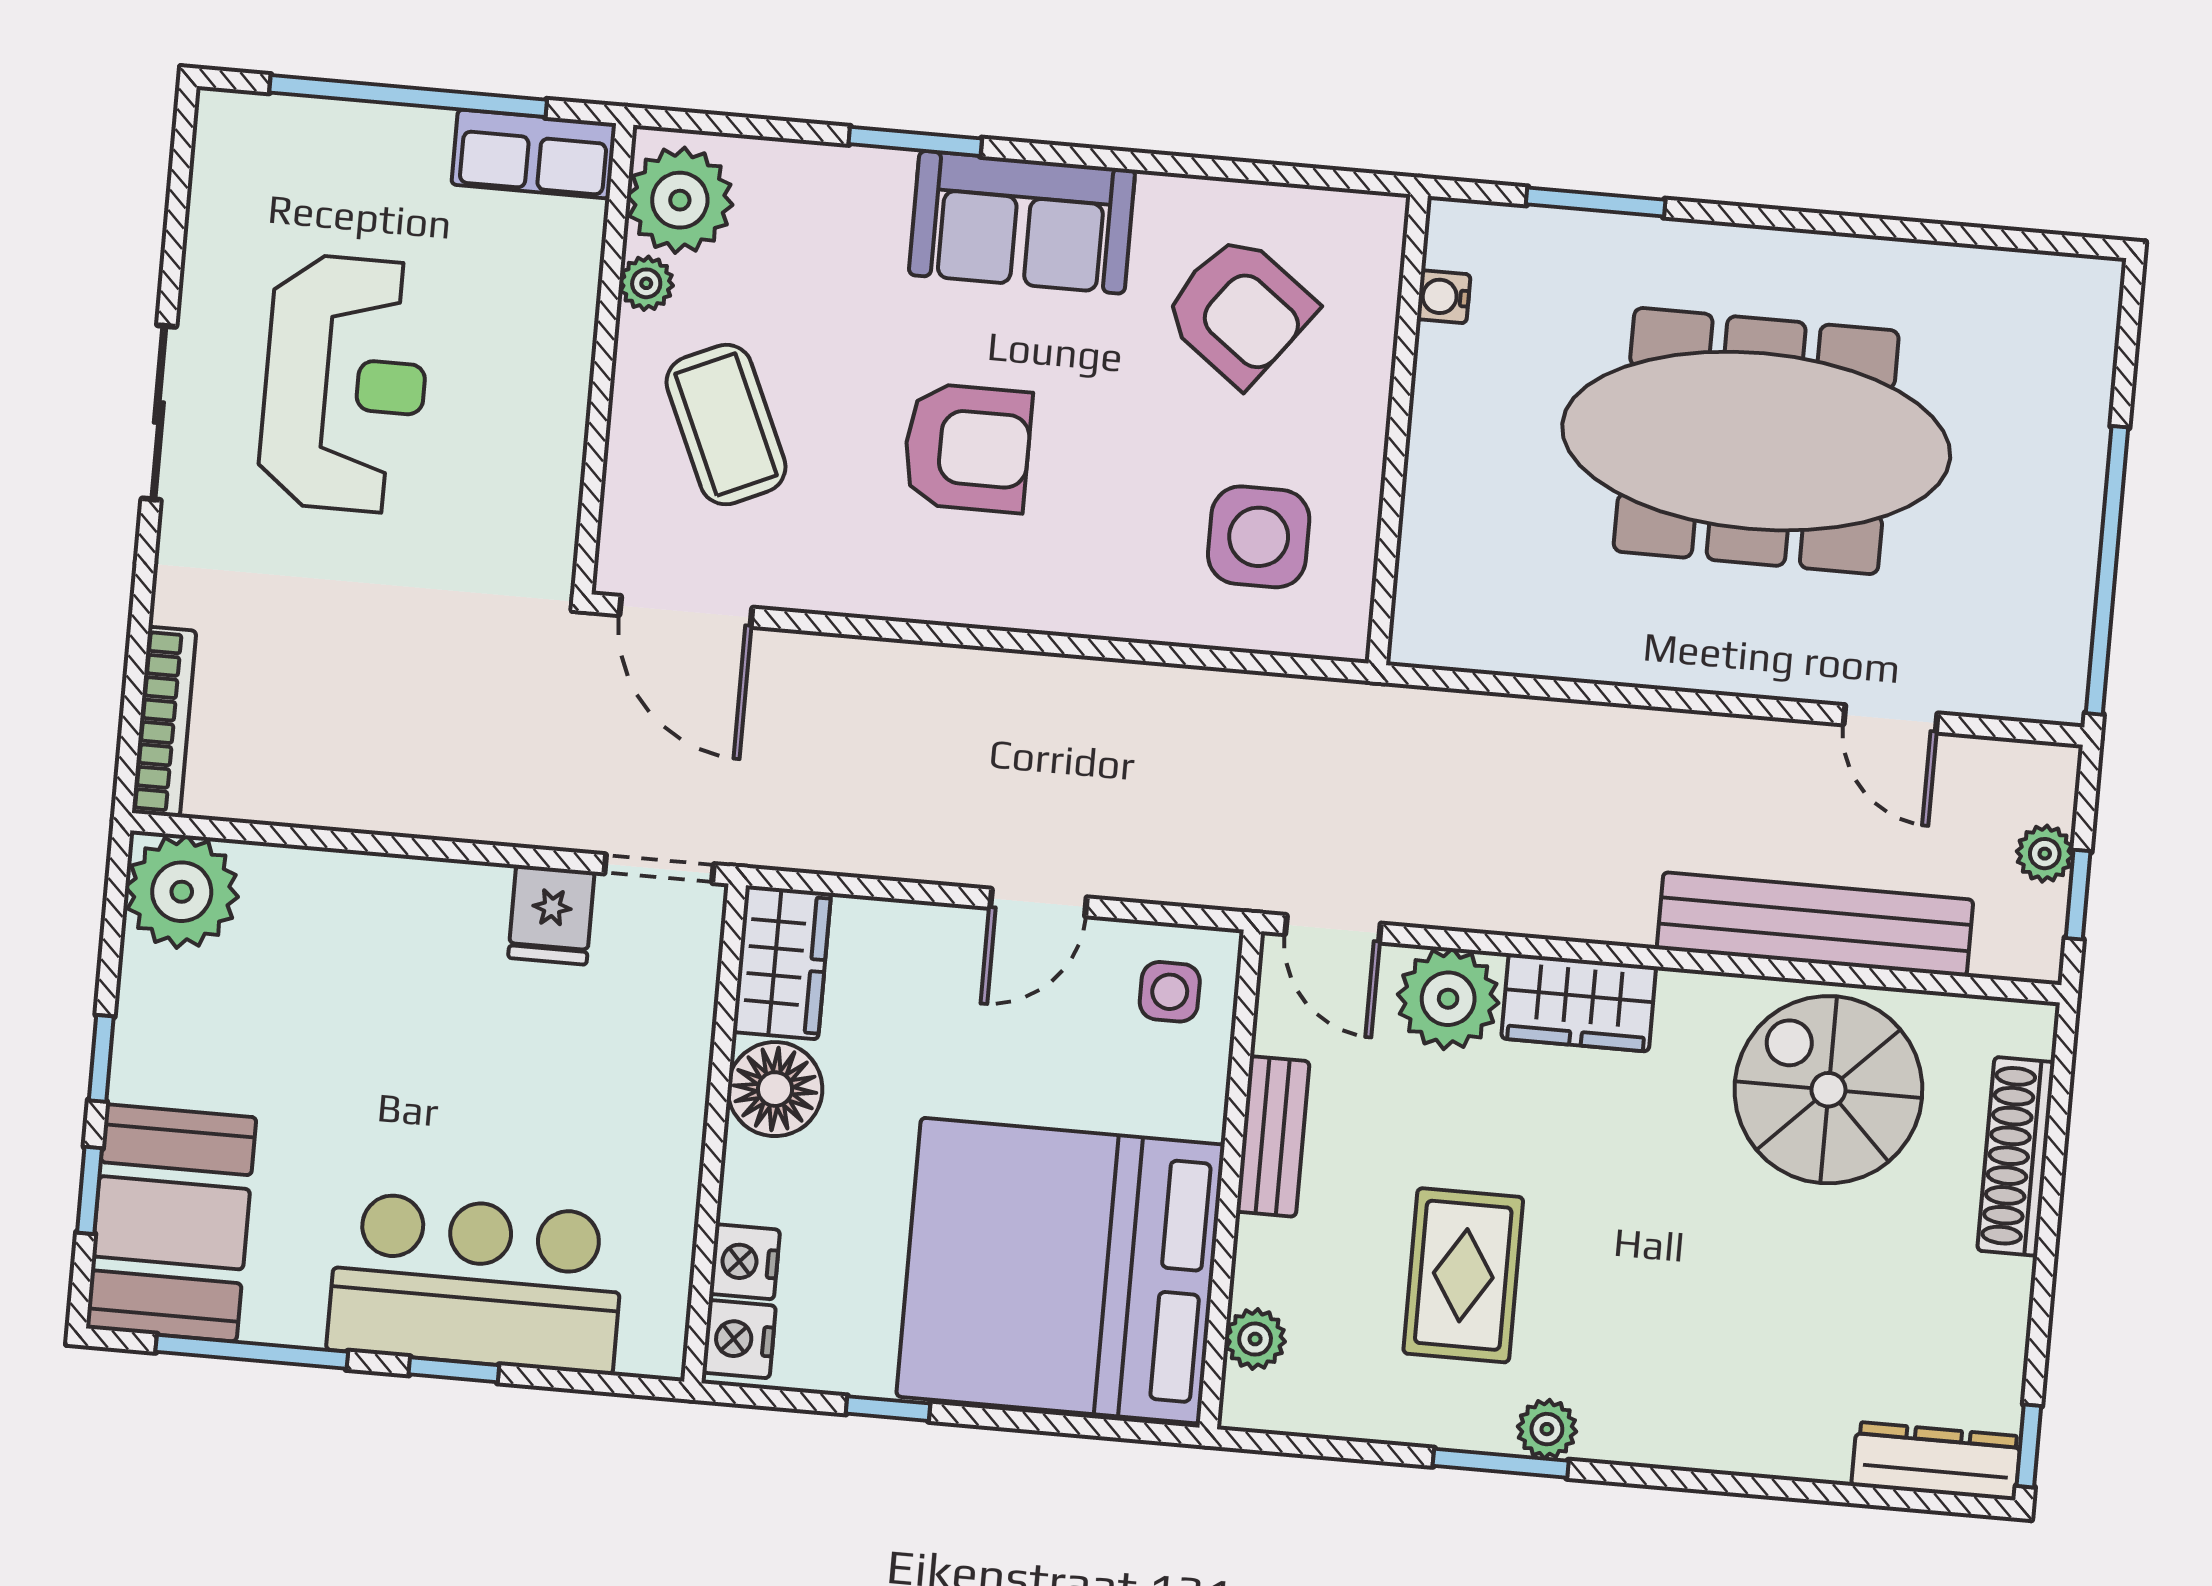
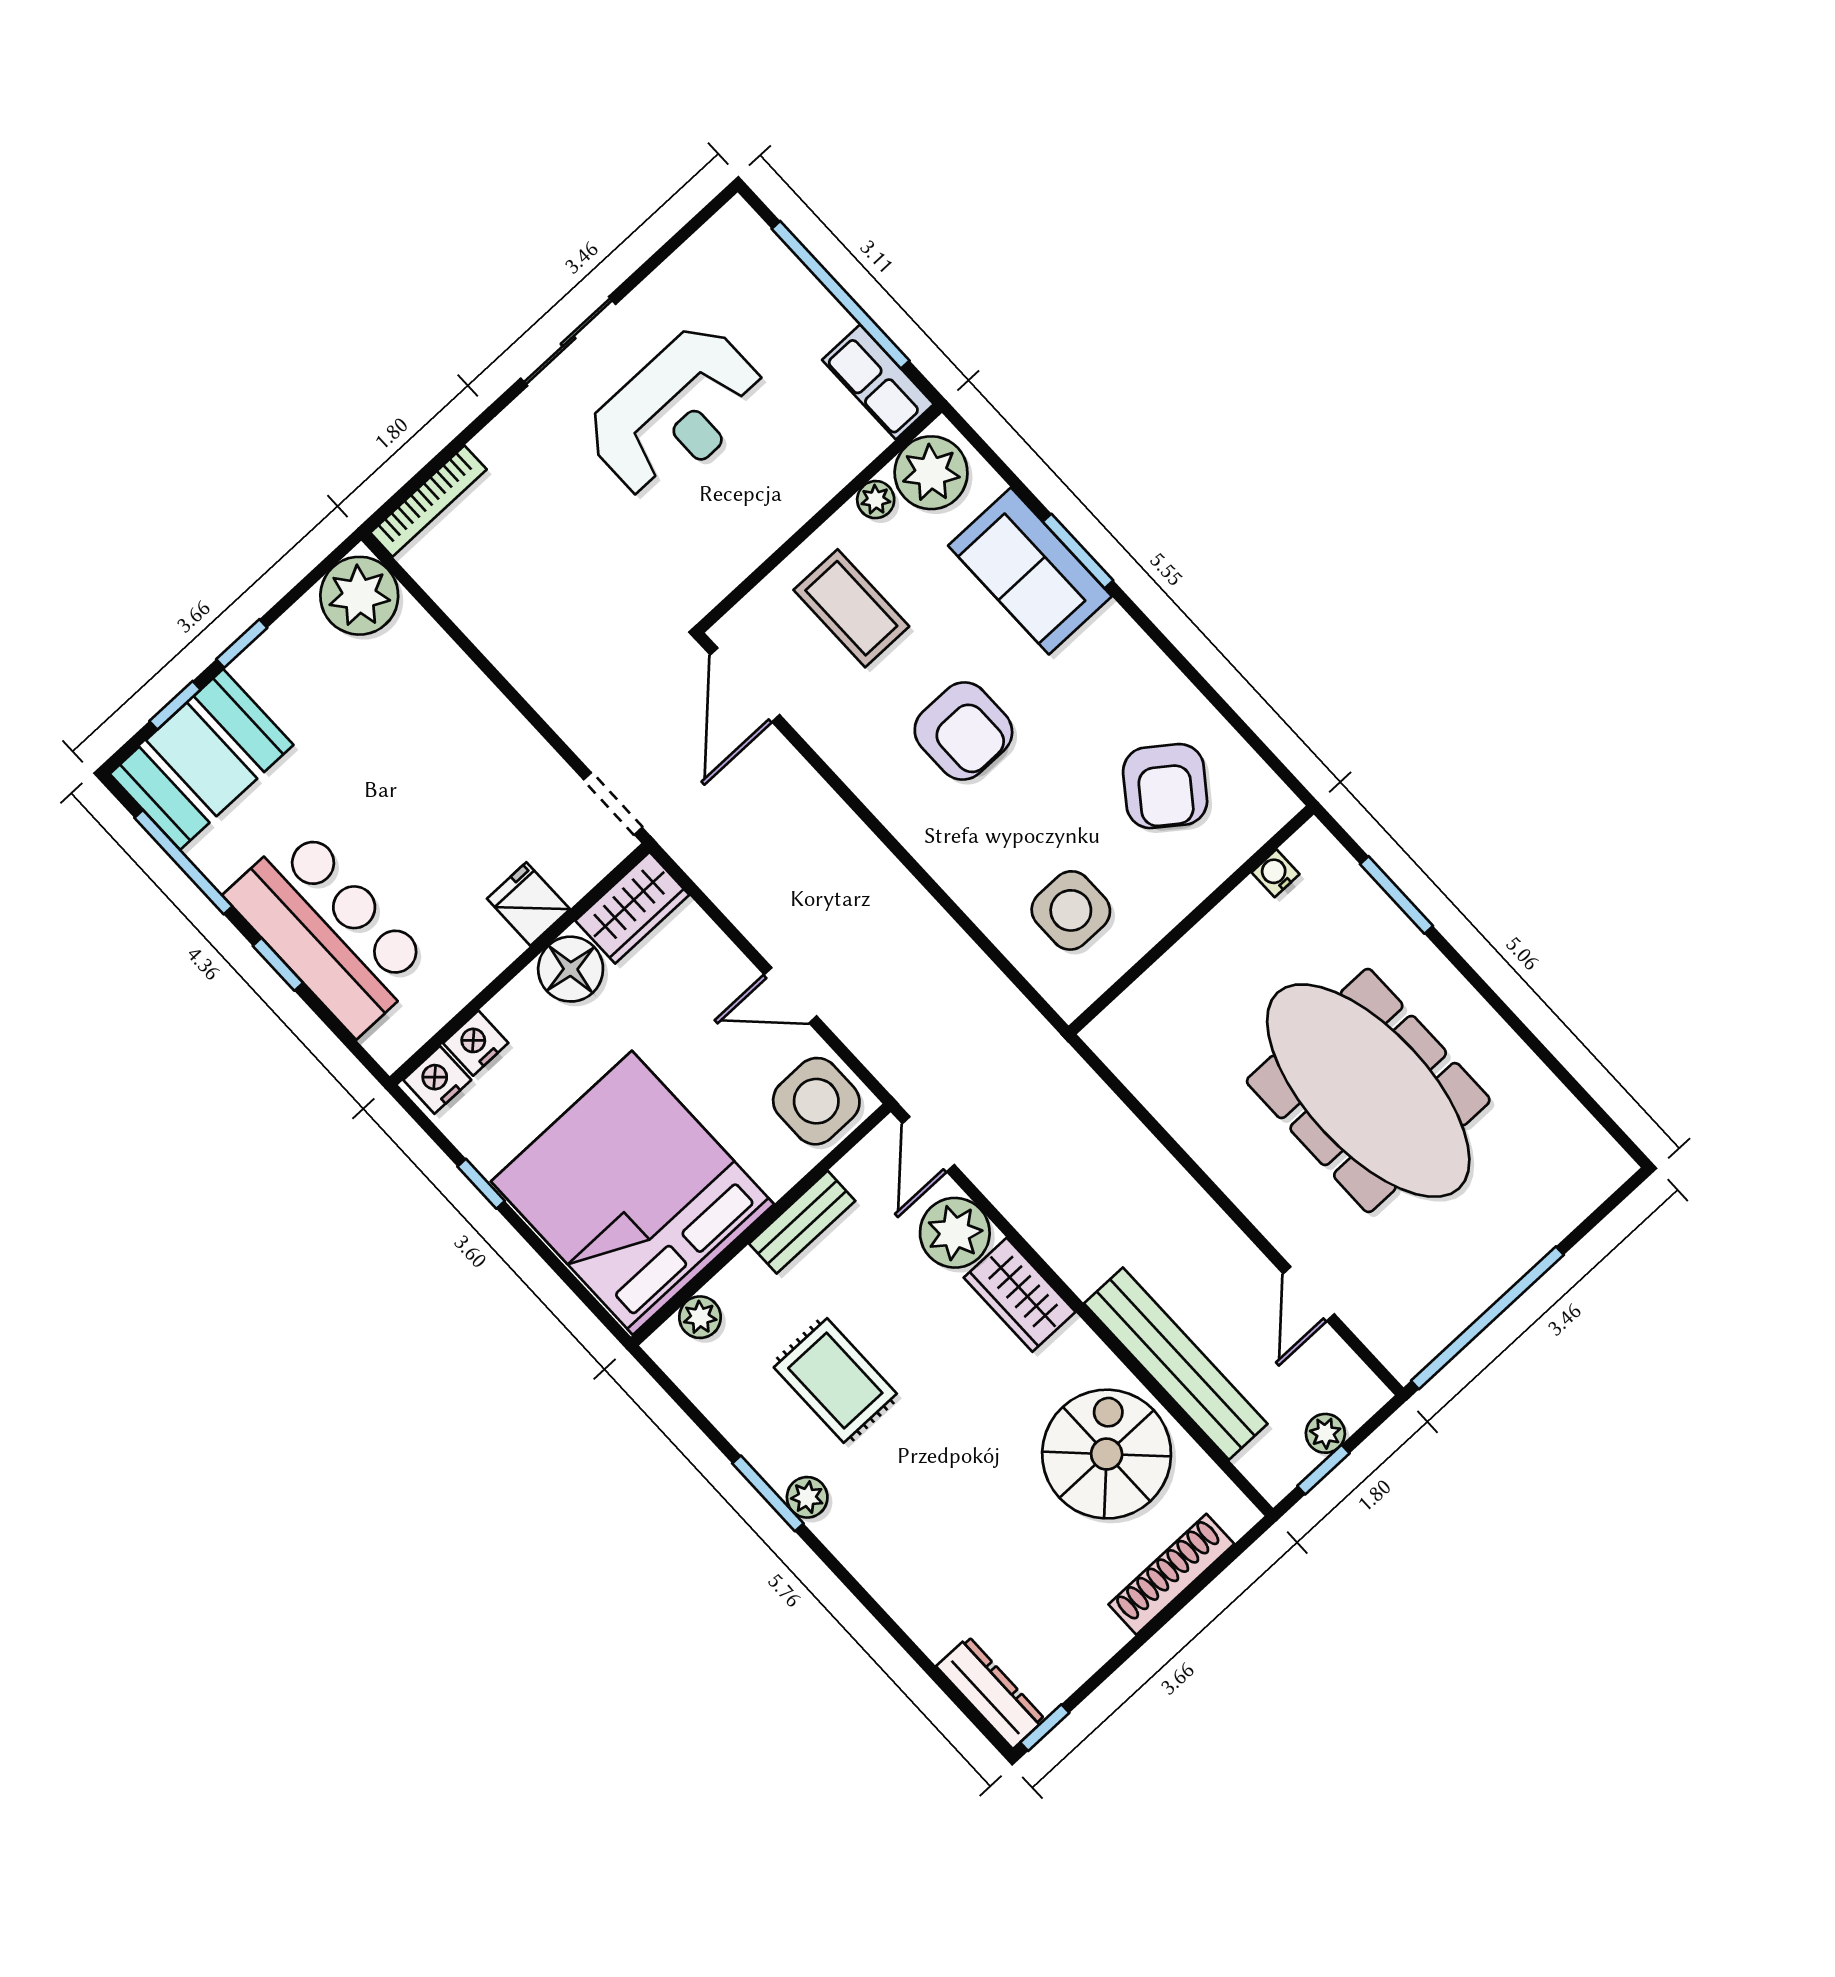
sofa: (1022, 222) -> (1030, 571), moved
coffee table: (726, 425) -> (851, 608), turned -66
fridge: (551, 915) -> (528, 904), moved, turned 90
side table: (1170, 992) -> (816, 1101), width x1.87, depth x1.87
rug: (1463, 1275) -> (835, 1381), turned 90

